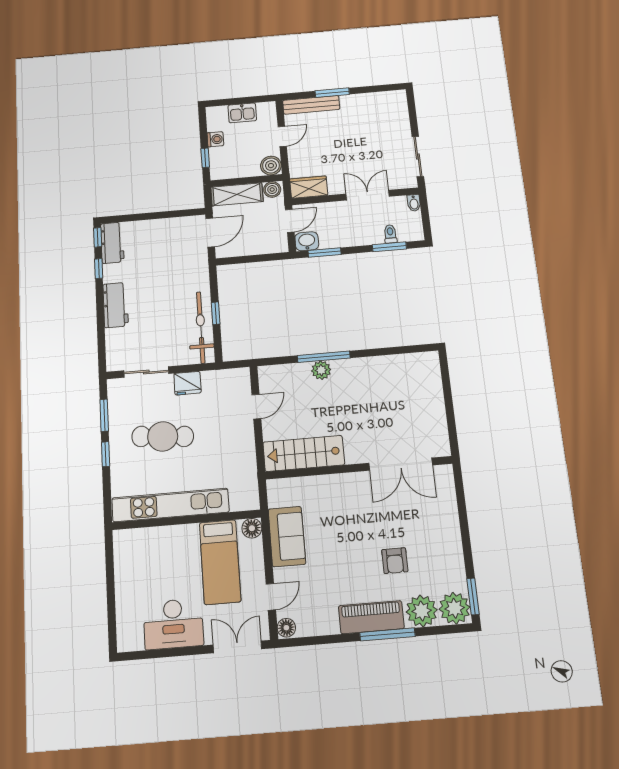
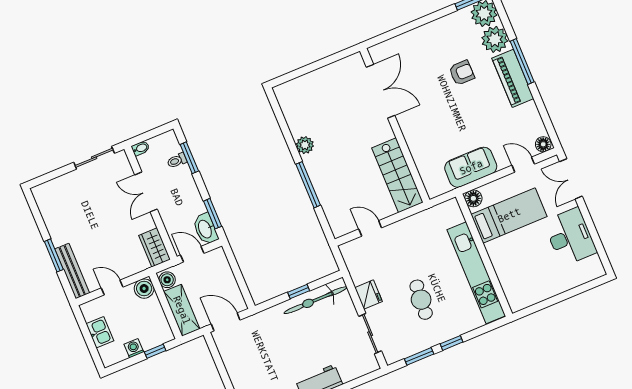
washbasin: (307, 241) -> (205, 229), width x1.38
plant: (321, 370) -> (305, 145), moved
cafe table: (163, 436) -> (421, 300), width x0.73, depth x0.74

